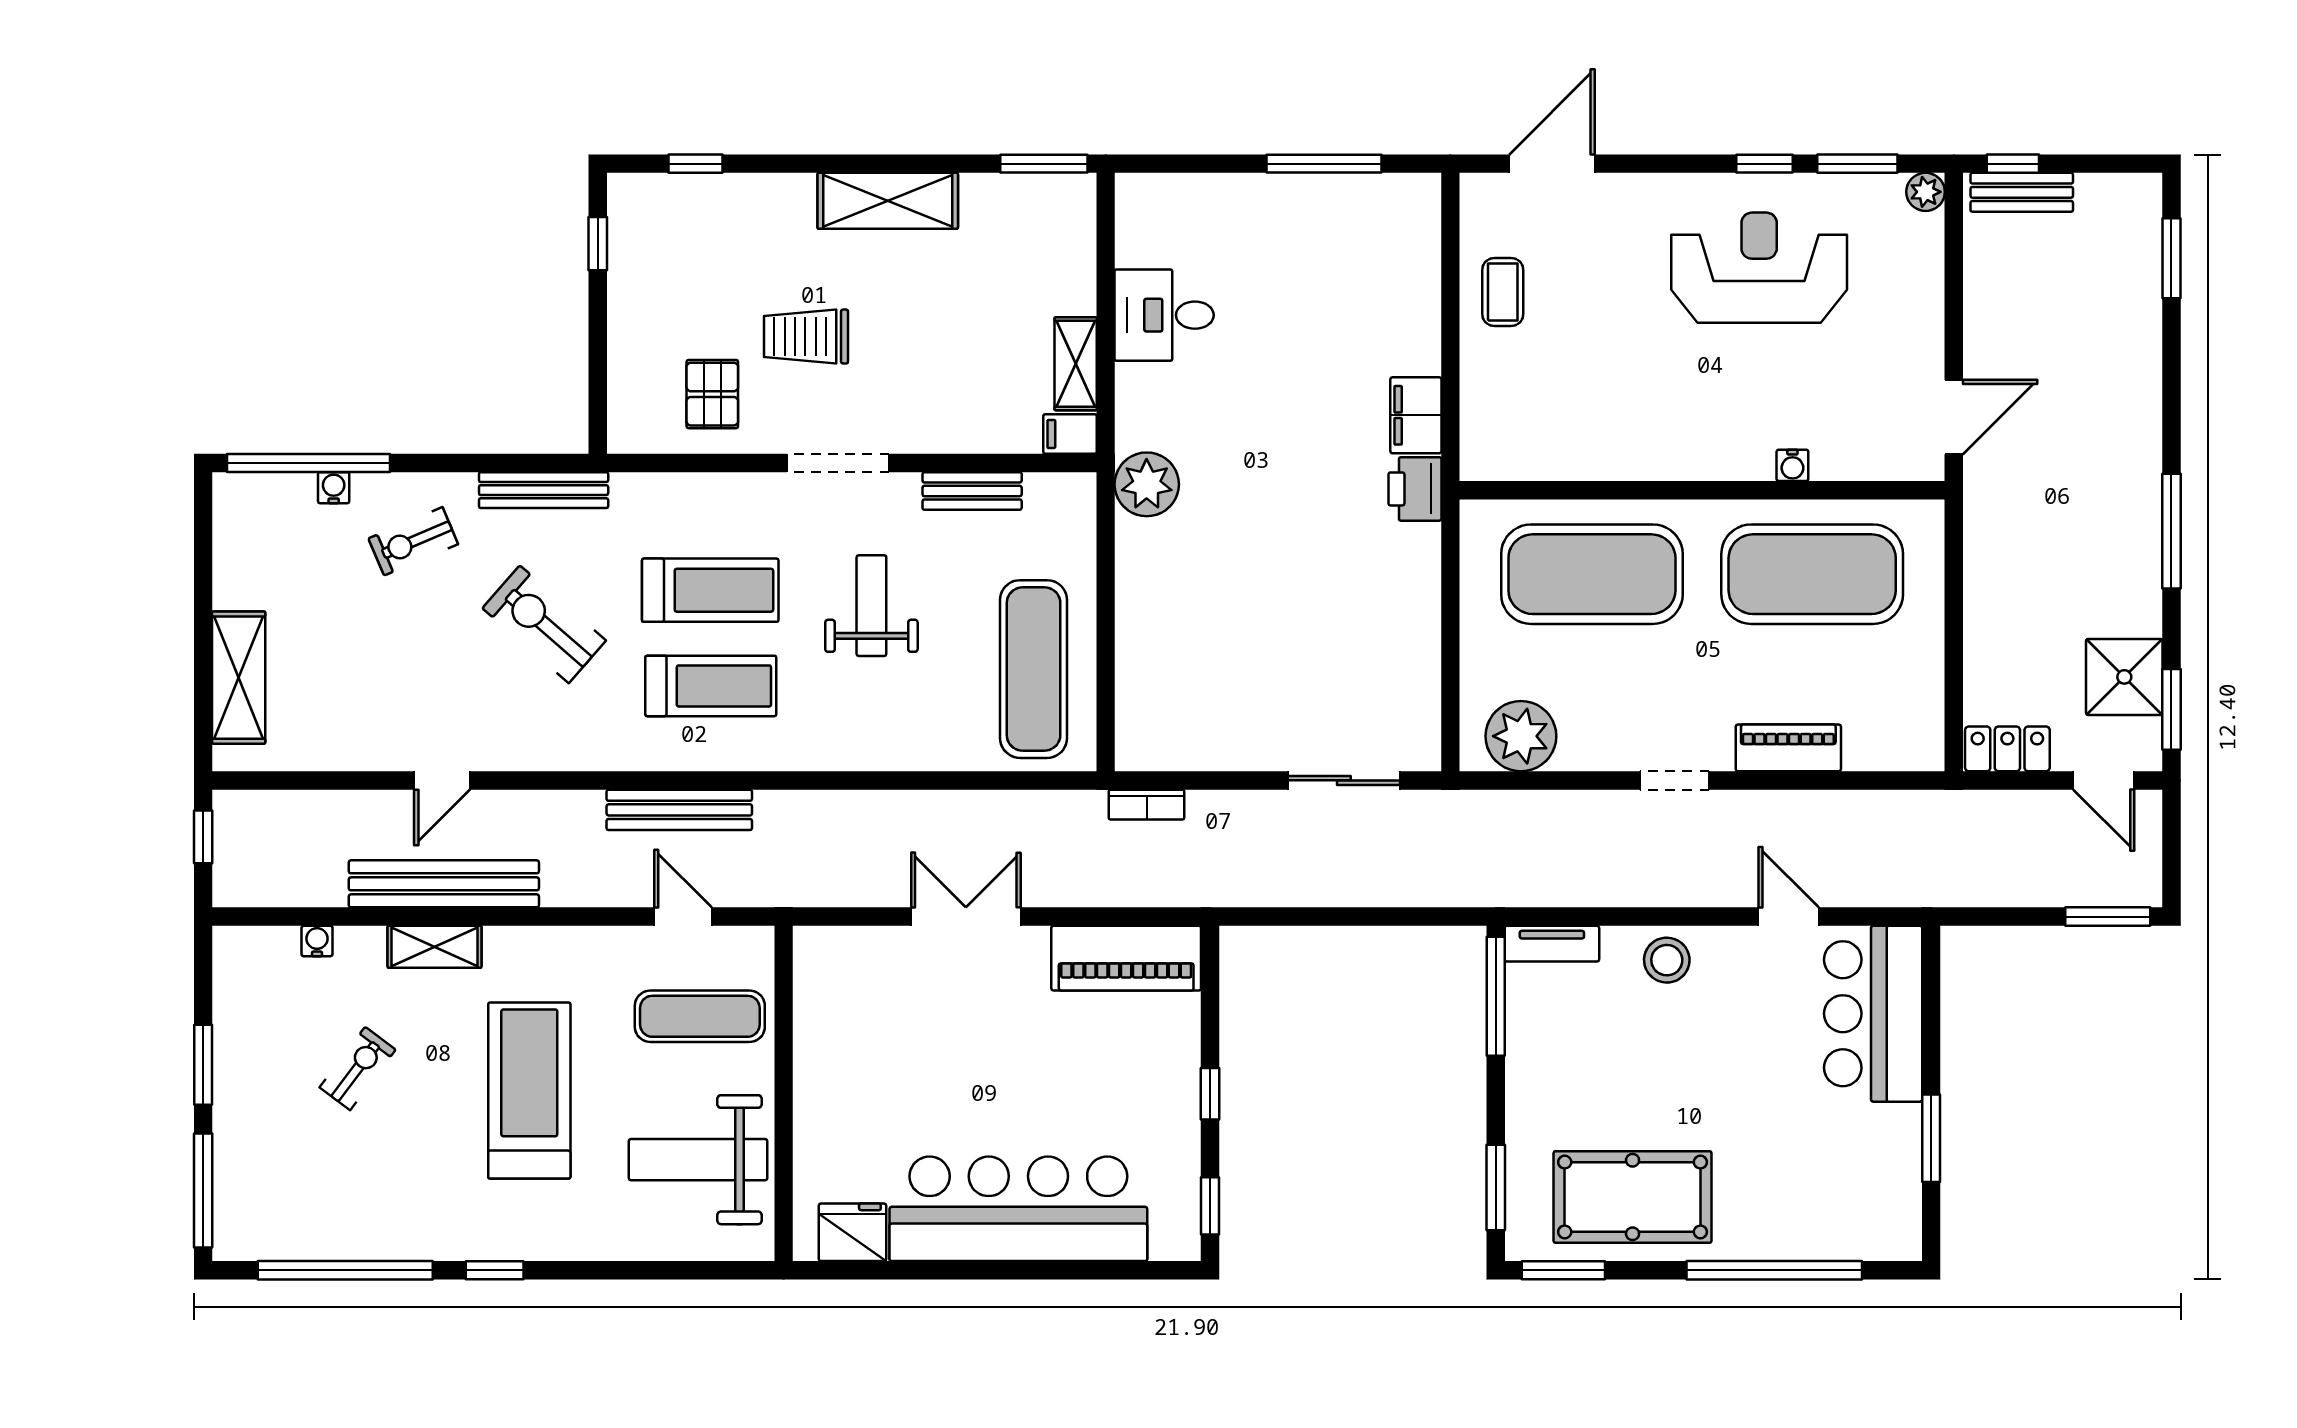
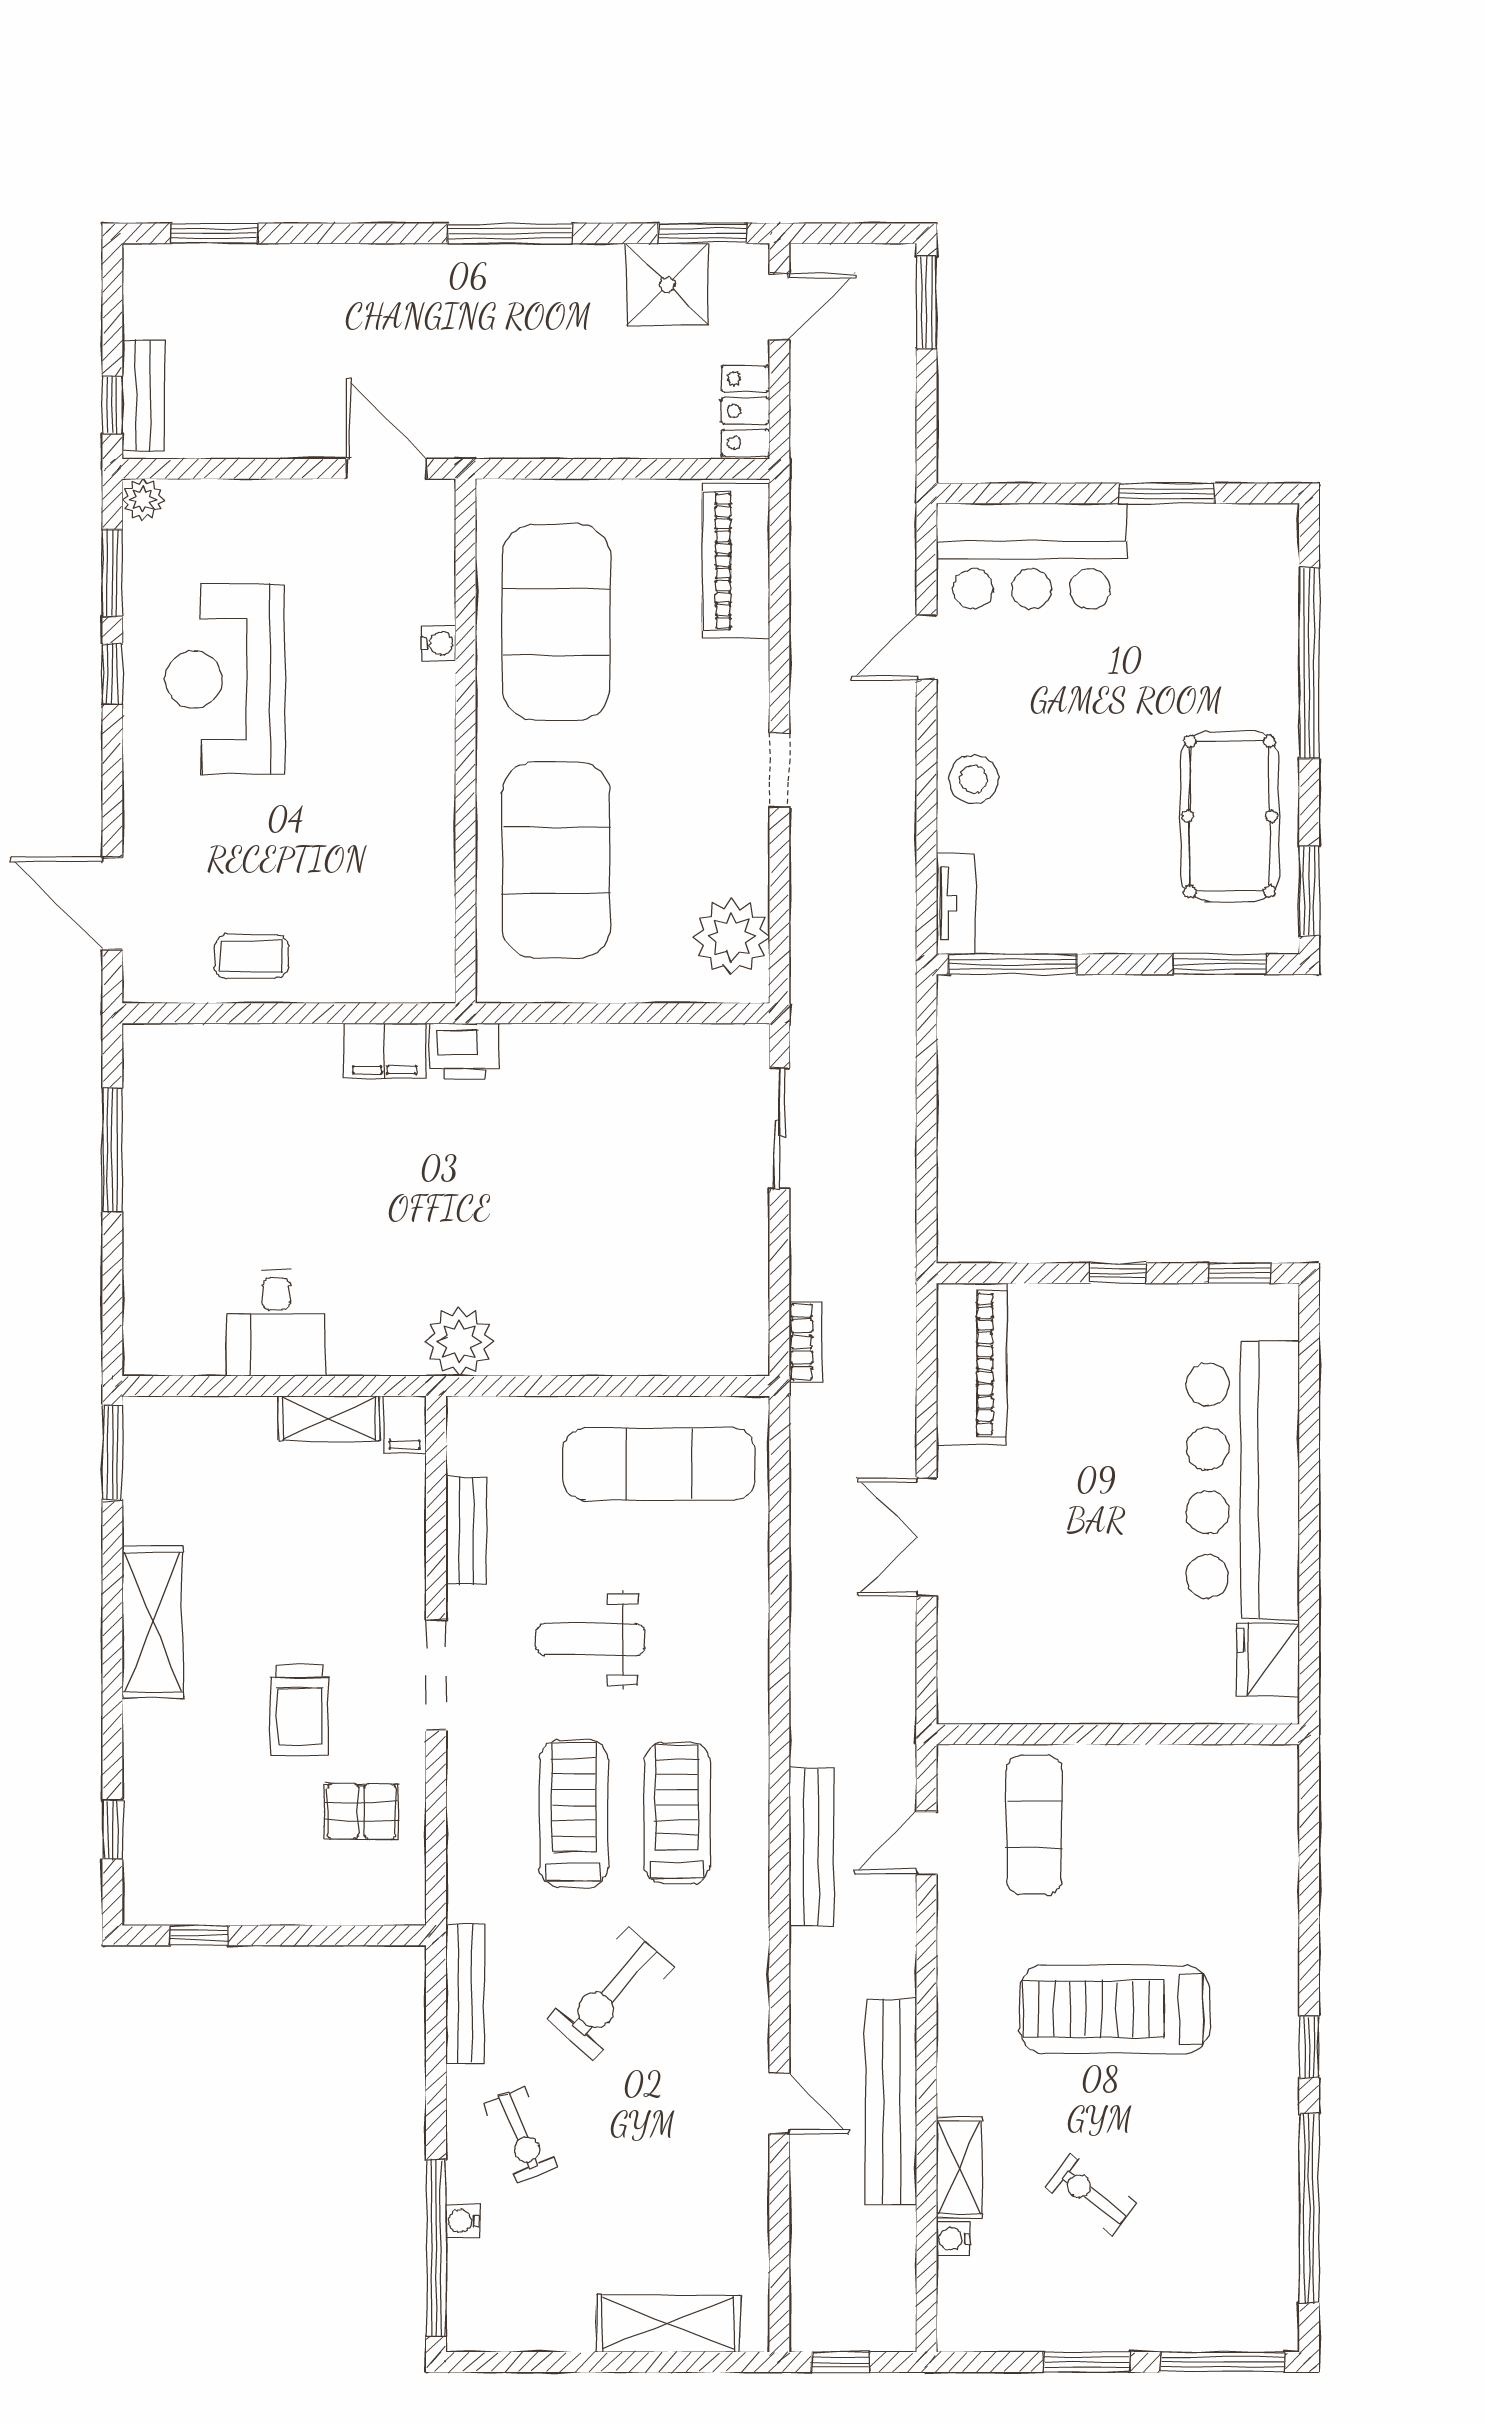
piano: (1788, 748) -> (736, 561), moved, width x1.37, depth x1.33
shelving: (435, 947) -> (959, 2168), moved
weight bench: (698, 1160) -> (1189, 1827), removed

